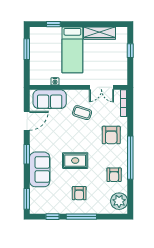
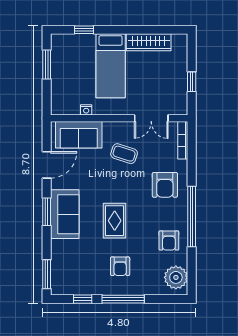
window: (130, 51) -> (192, 82), moved
rug: (75, 161) -> (115, 221), turned 90
sofa: (40, 169) -> (65, 214), moved

